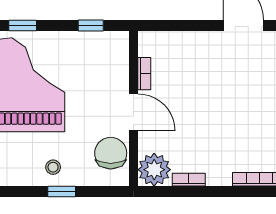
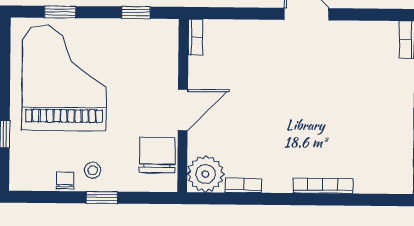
bookcase: (144, 74) -> (196, 37), moved
door: (133, 112) -> (183, 110), hinge flipped
chair: (29, 177) -> (65, 180), added

